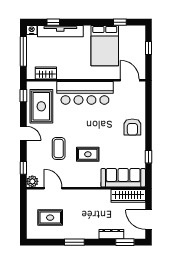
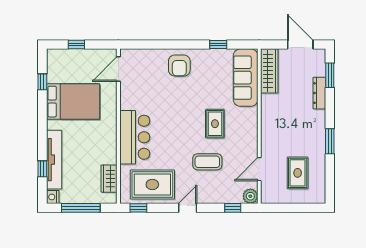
bar counter: (85, 93) -> (135, 137), width x0.73
armchair: (132, 127) -> (179, 66), turned 90
door: (148, 220) -> (300, 45), swing flipped

